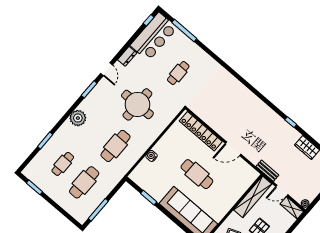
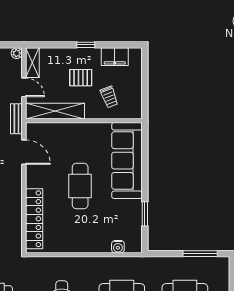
door: (233, 149) -> (24, 152), moved
water cooler: (152, 156) -> (118, 247), moved

